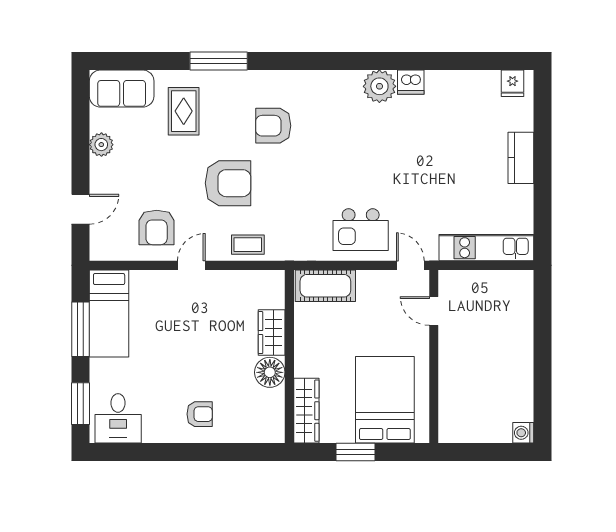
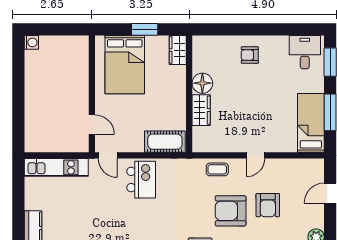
armchair: (157, 227) -> (268, 205), moved, turned 180
kitchen island: (361, 230) -> (141, 180), turned 90
wardrobe: (306, 411) -> (178, 50), width x0.67

